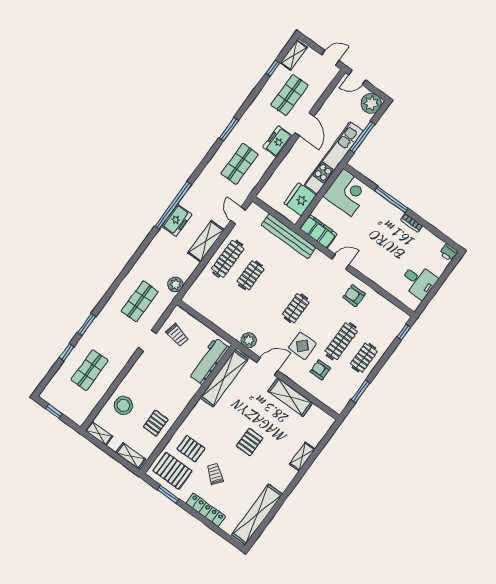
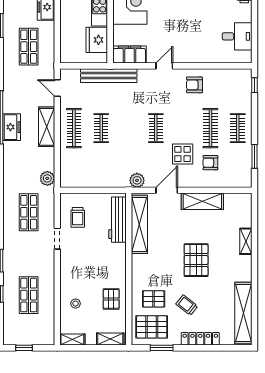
trolley: (177, 335) -> (78, 217), turned 77
stool: (123, 405) -> (76, 304), width x0.53, depth x0.53
pallet: (250, 442) -> (196, 260), width x1.50, depth x1.42

